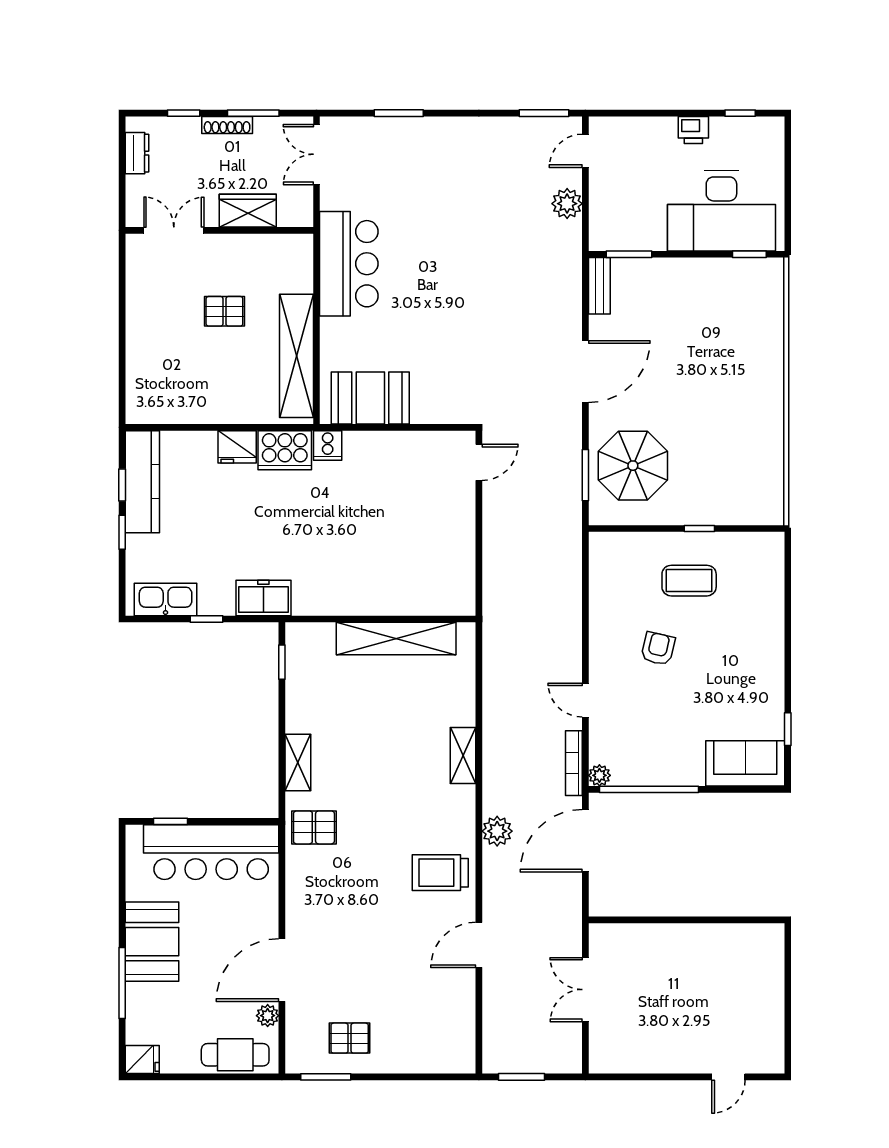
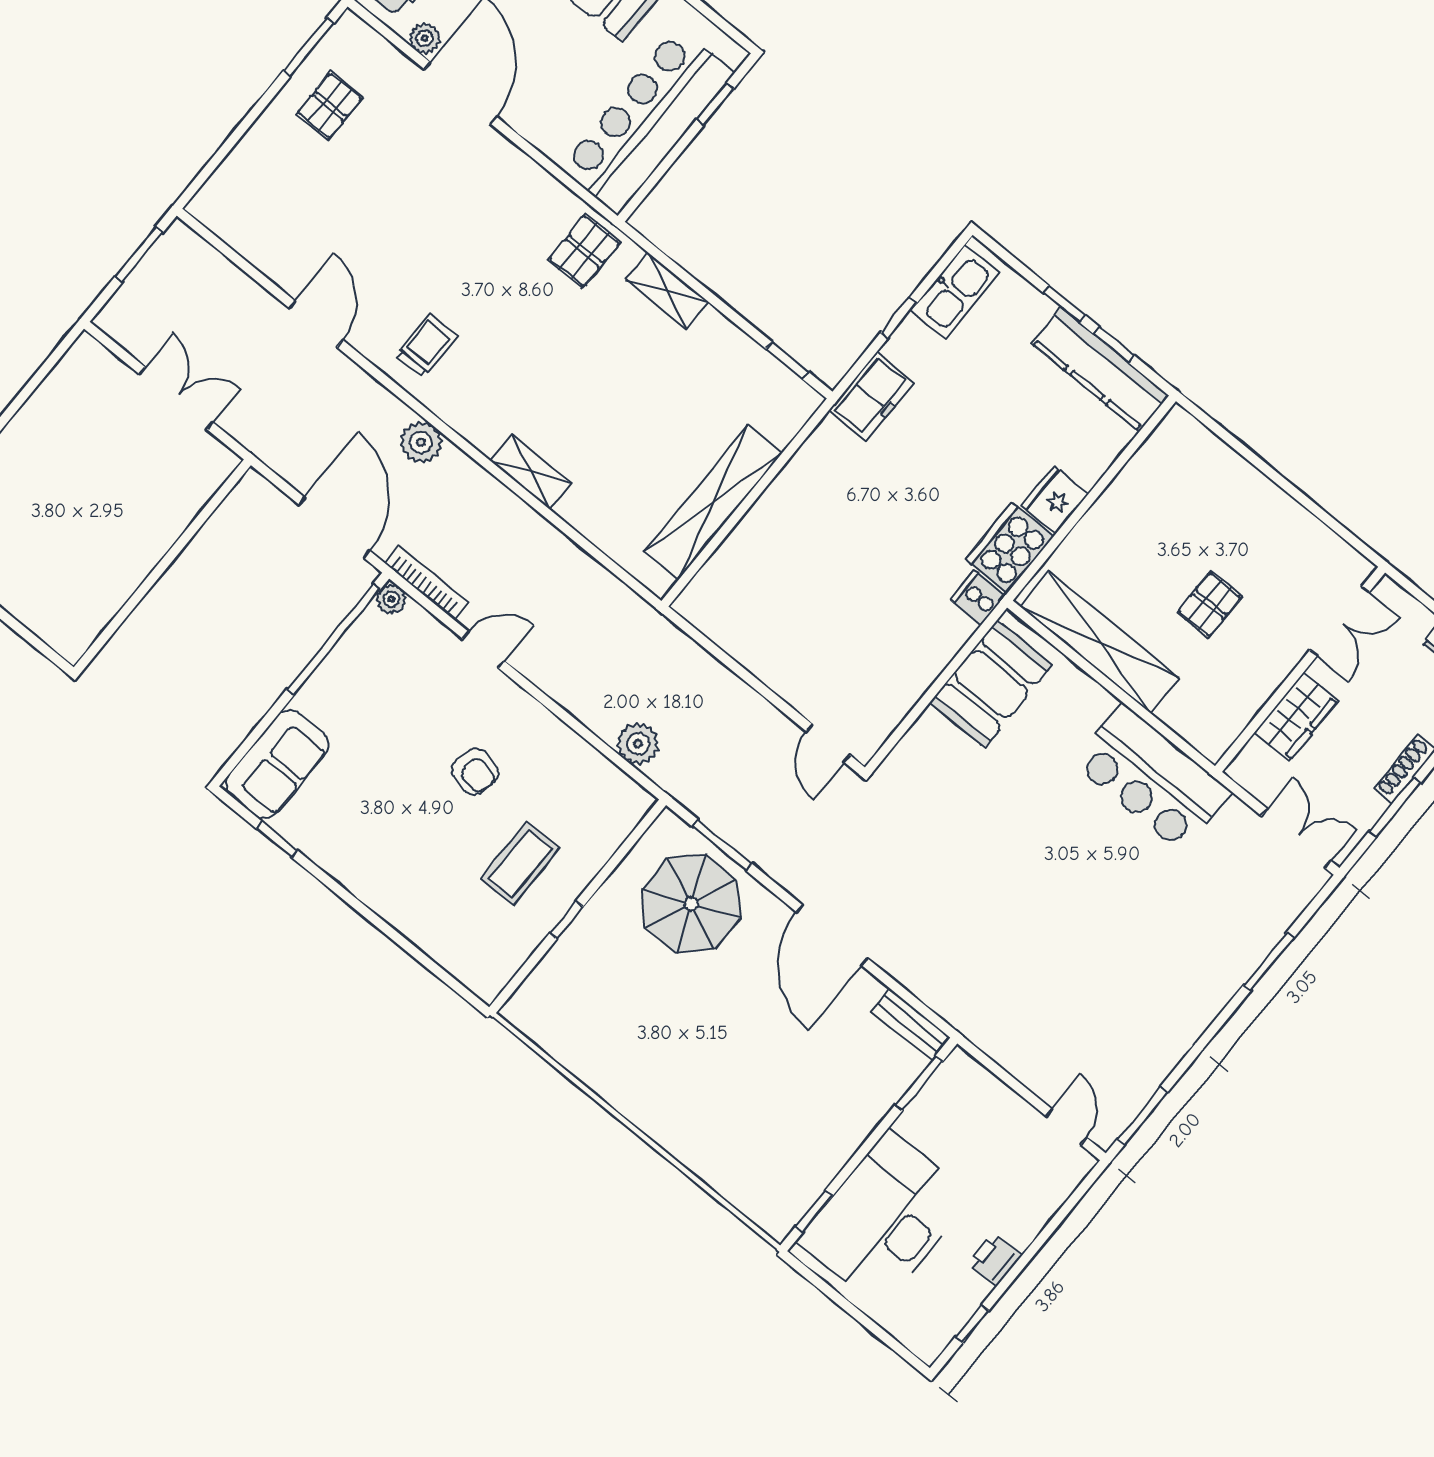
plant: (567, 204) -> (638, 744), moved
trolley: (440, 873) -> (426, 346), width x0.73, depth x0.72

